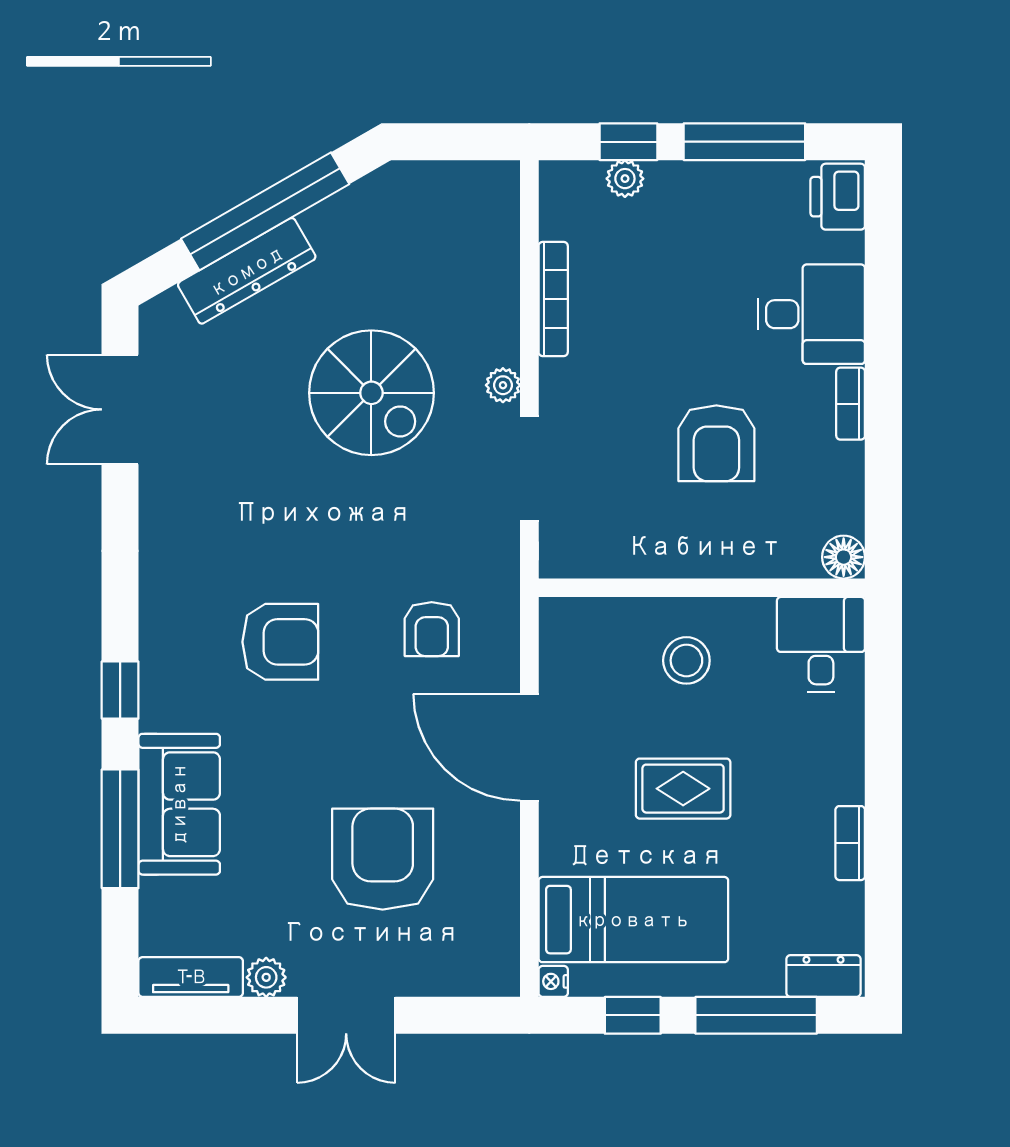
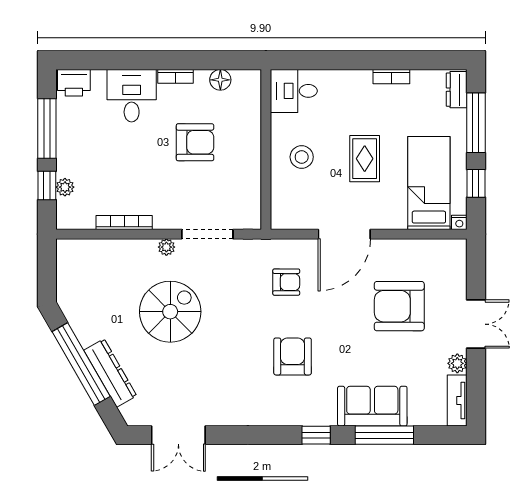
floor lamp: (844, 557) -> (220, 80), moved

